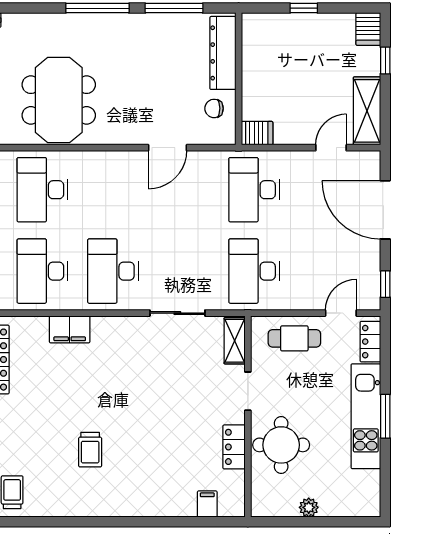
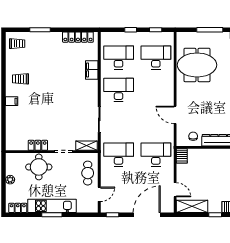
door: (341, 313) -> (99, 194), hinge flipped
locker: (370, 342) -> (18, 208), moved
trolley: (90, 450) -> (21, 79), moved
filing cabinet: (207, 504) -> (12, 101), moved

